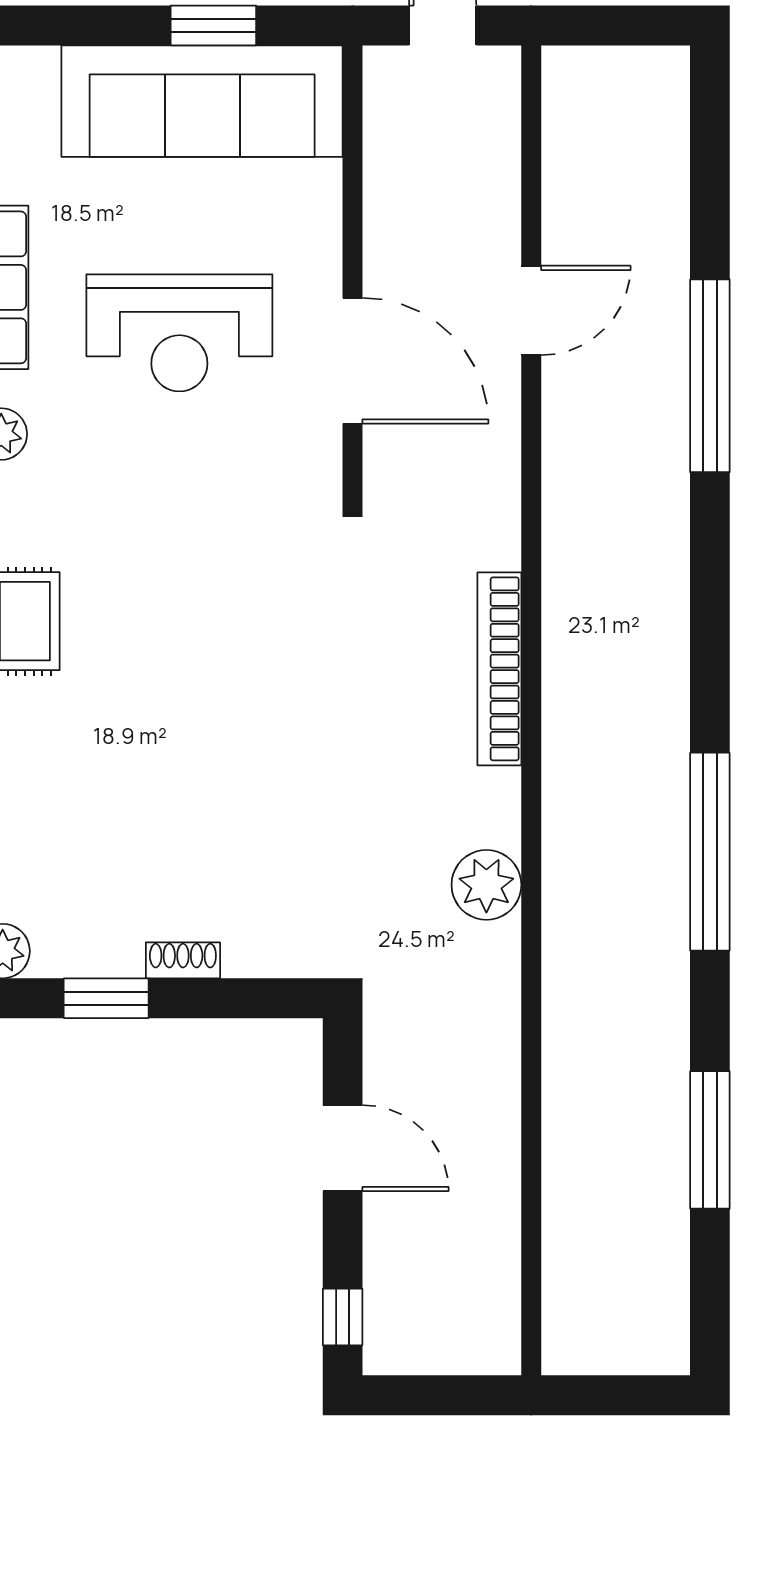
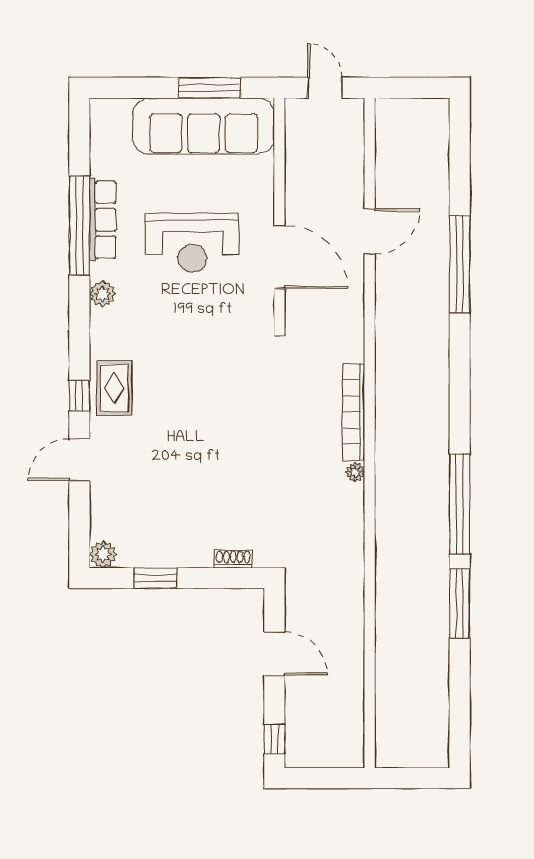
window: (213, 25) -> (209, 88), width x1.44
plant: (486, 885) -> (355, 472), moved, width x0.53, depth x0.53
shoe rack: (183, 960) -> (233, 559), moved
window: (710, 1140) -> (460, 604), moved

